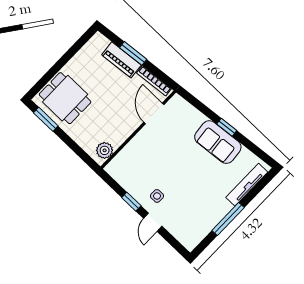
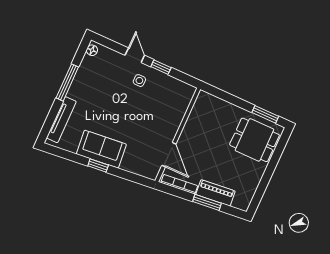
plant: (105, 150) -> (202, 105), removed
floor lamp: (193, 242) -> (92, 50), added

